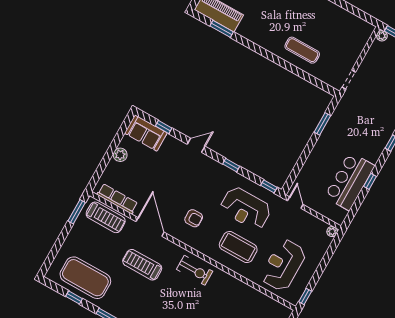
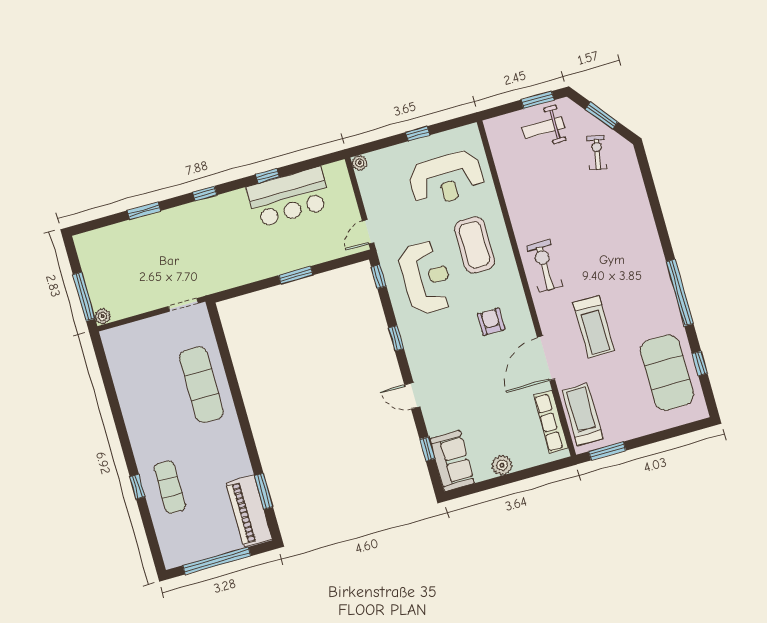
exercise mat: (302, 50) -> (201, 385), width x1.36, depth x1.45
window: (322, 124) -> (296, 275), moved
window: (305, 297) -> (418, 134), moved

